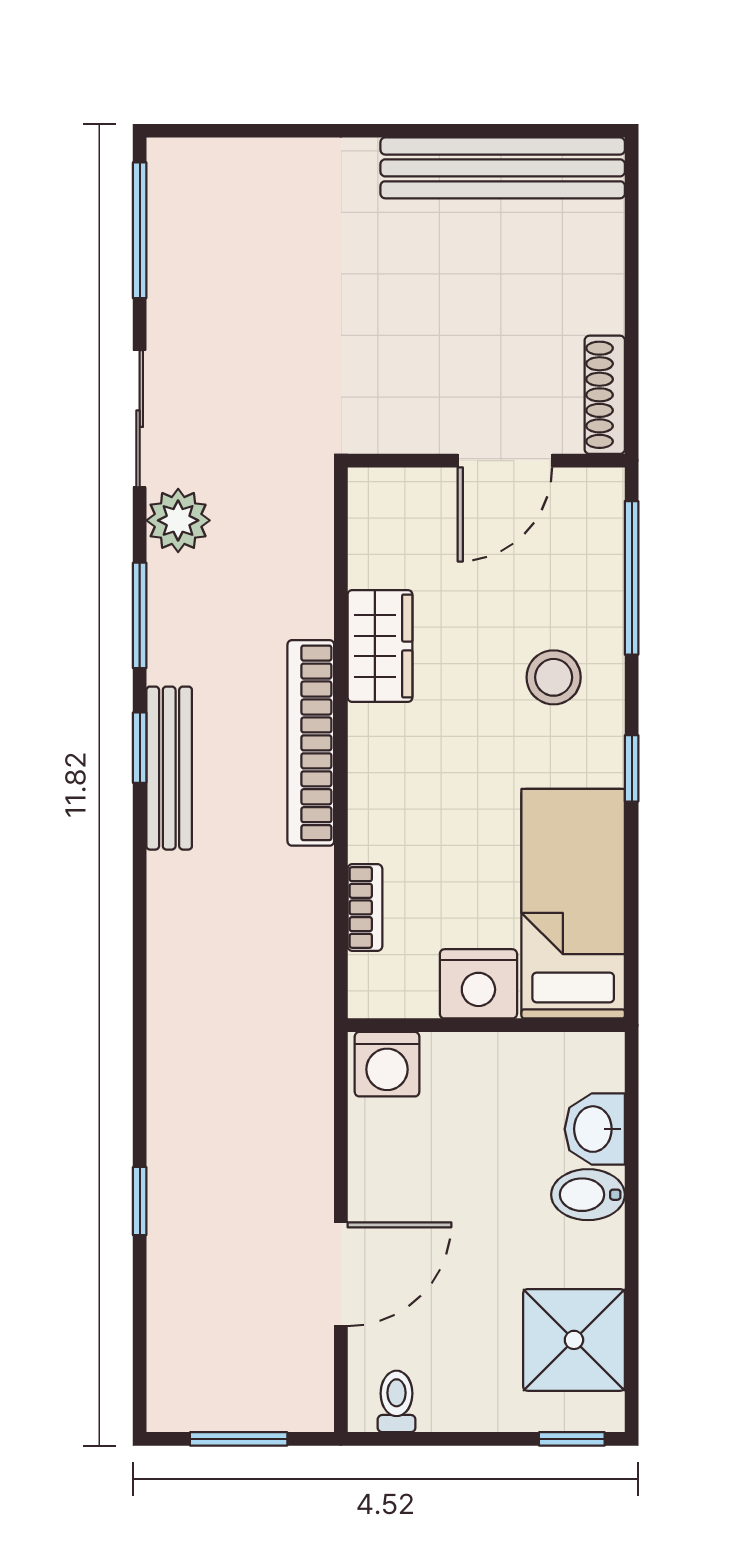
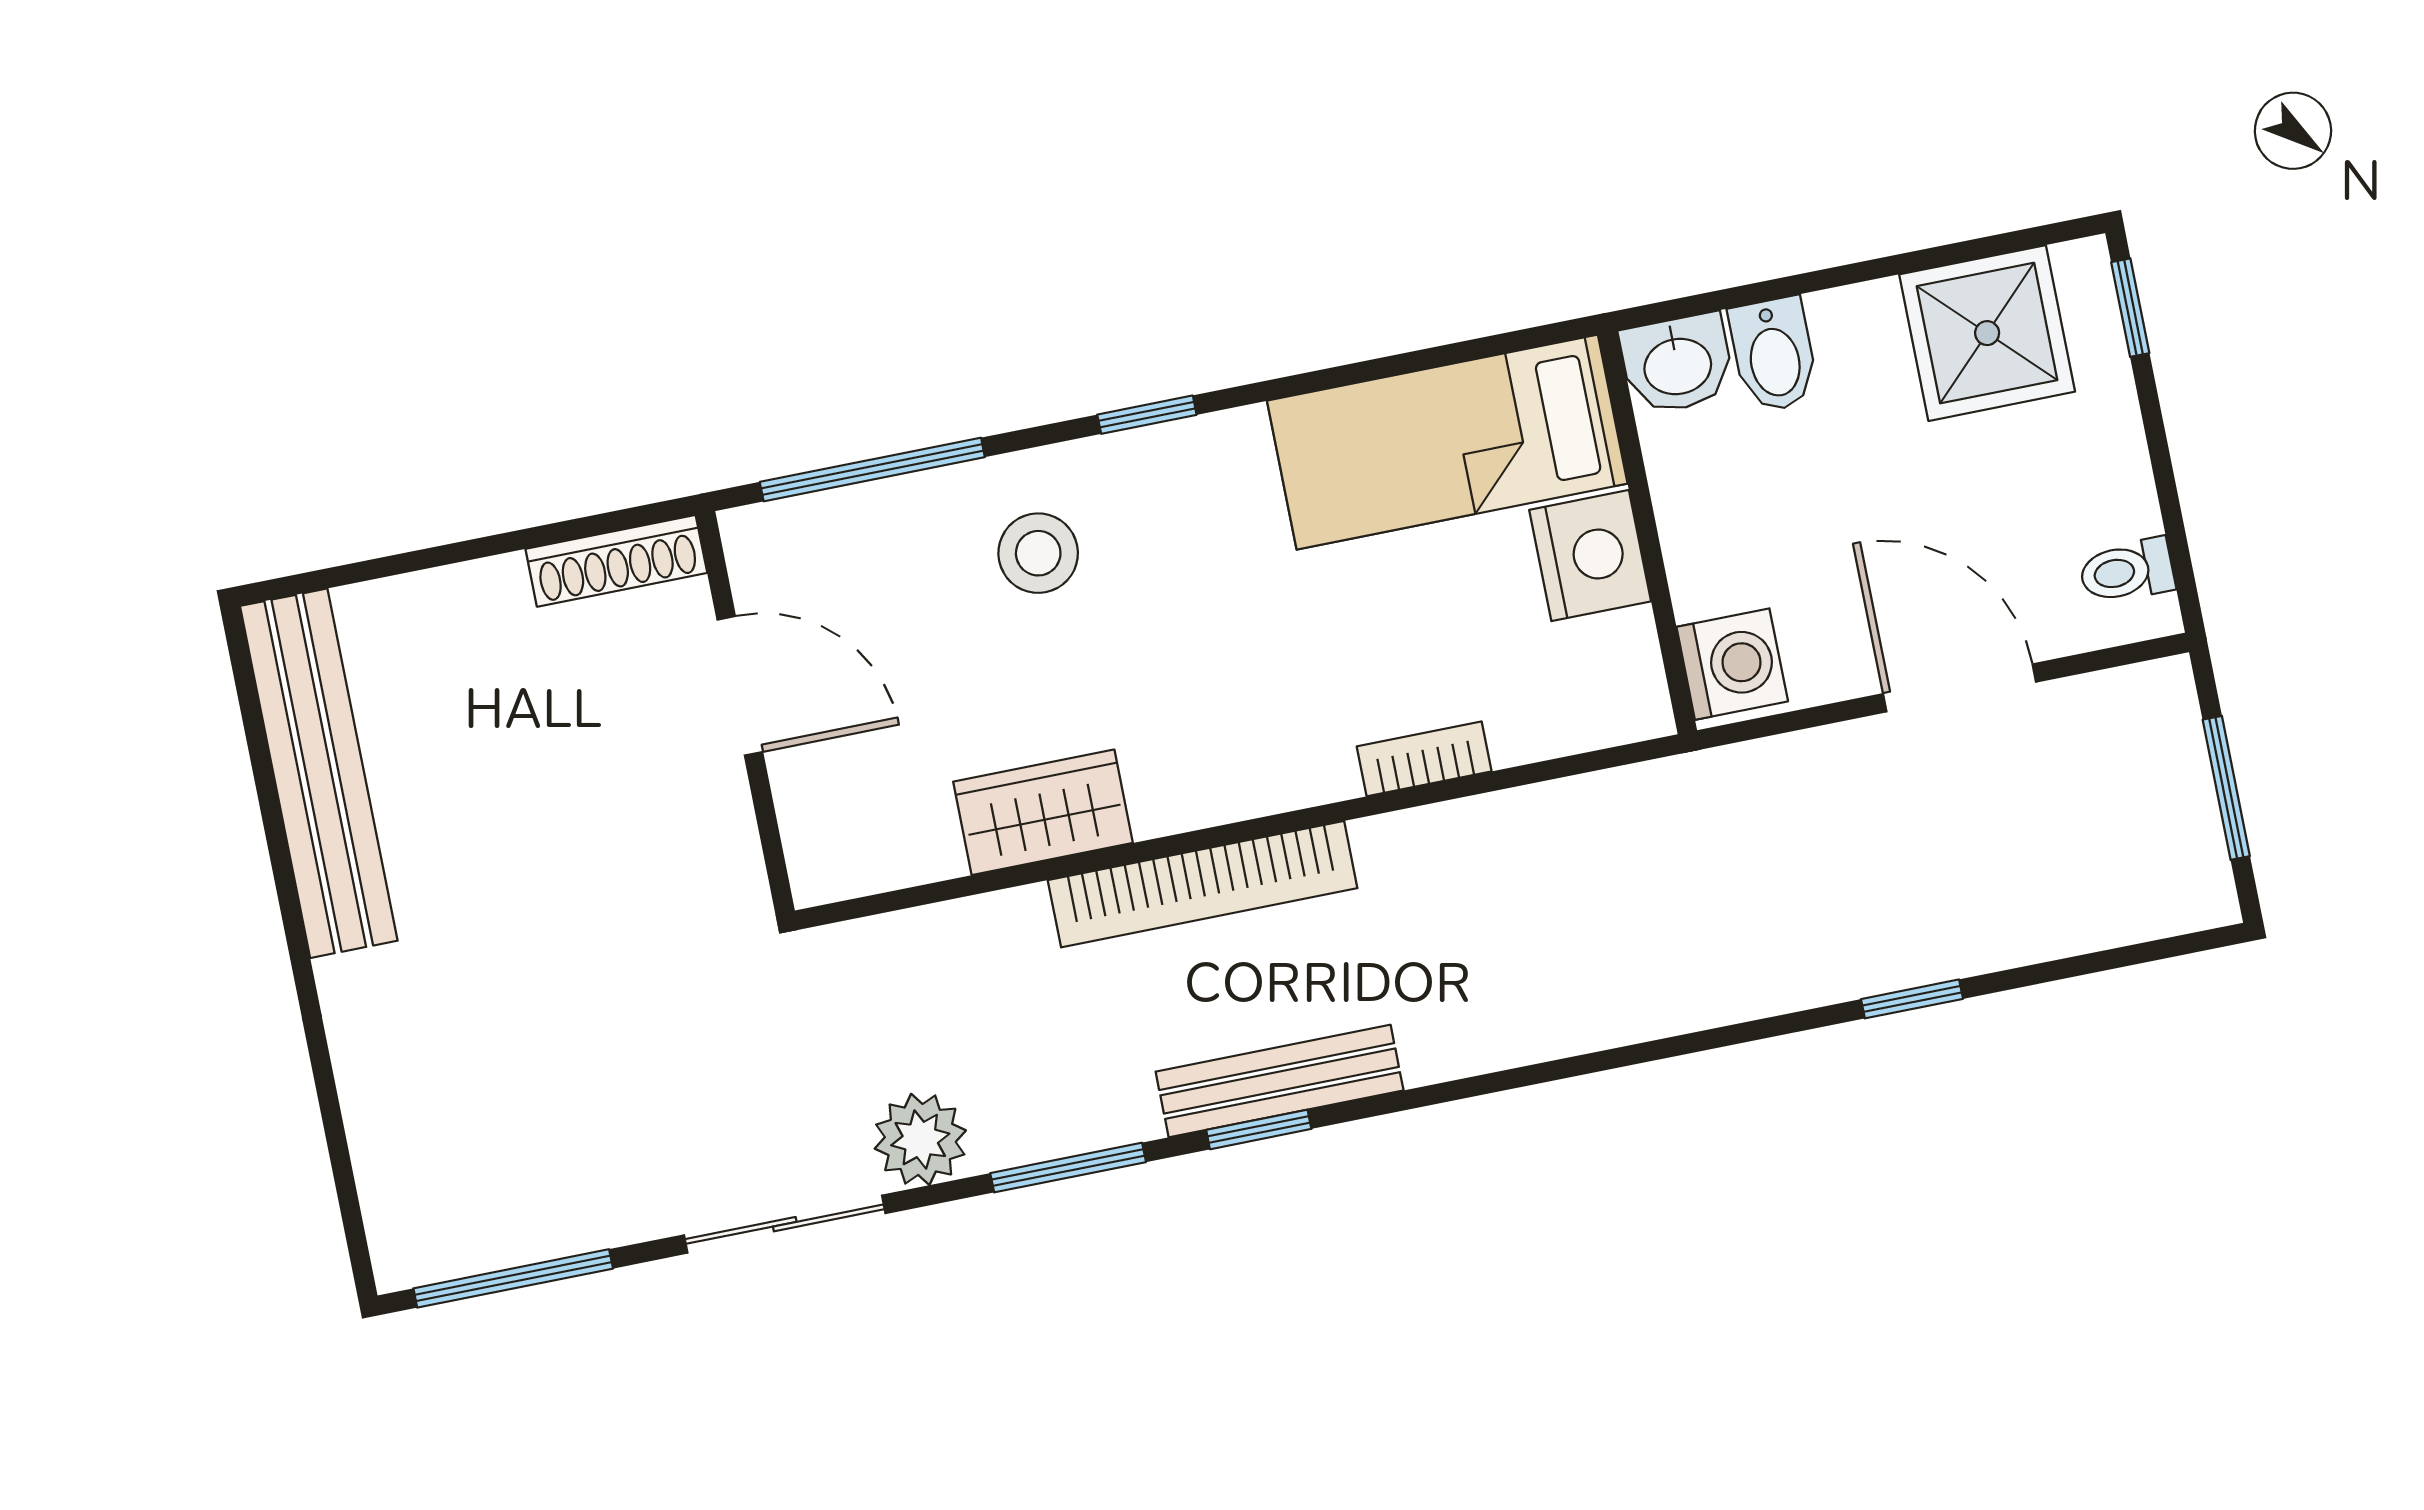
bed: (573, 904) -> (1447, 442), moved
nightstand: (478, 984) -> (1590, 556), moved
wall: (486, 1025) -> (1647, 532), moved
washing machine: (387, 1064) -> (1732, 664), moved

